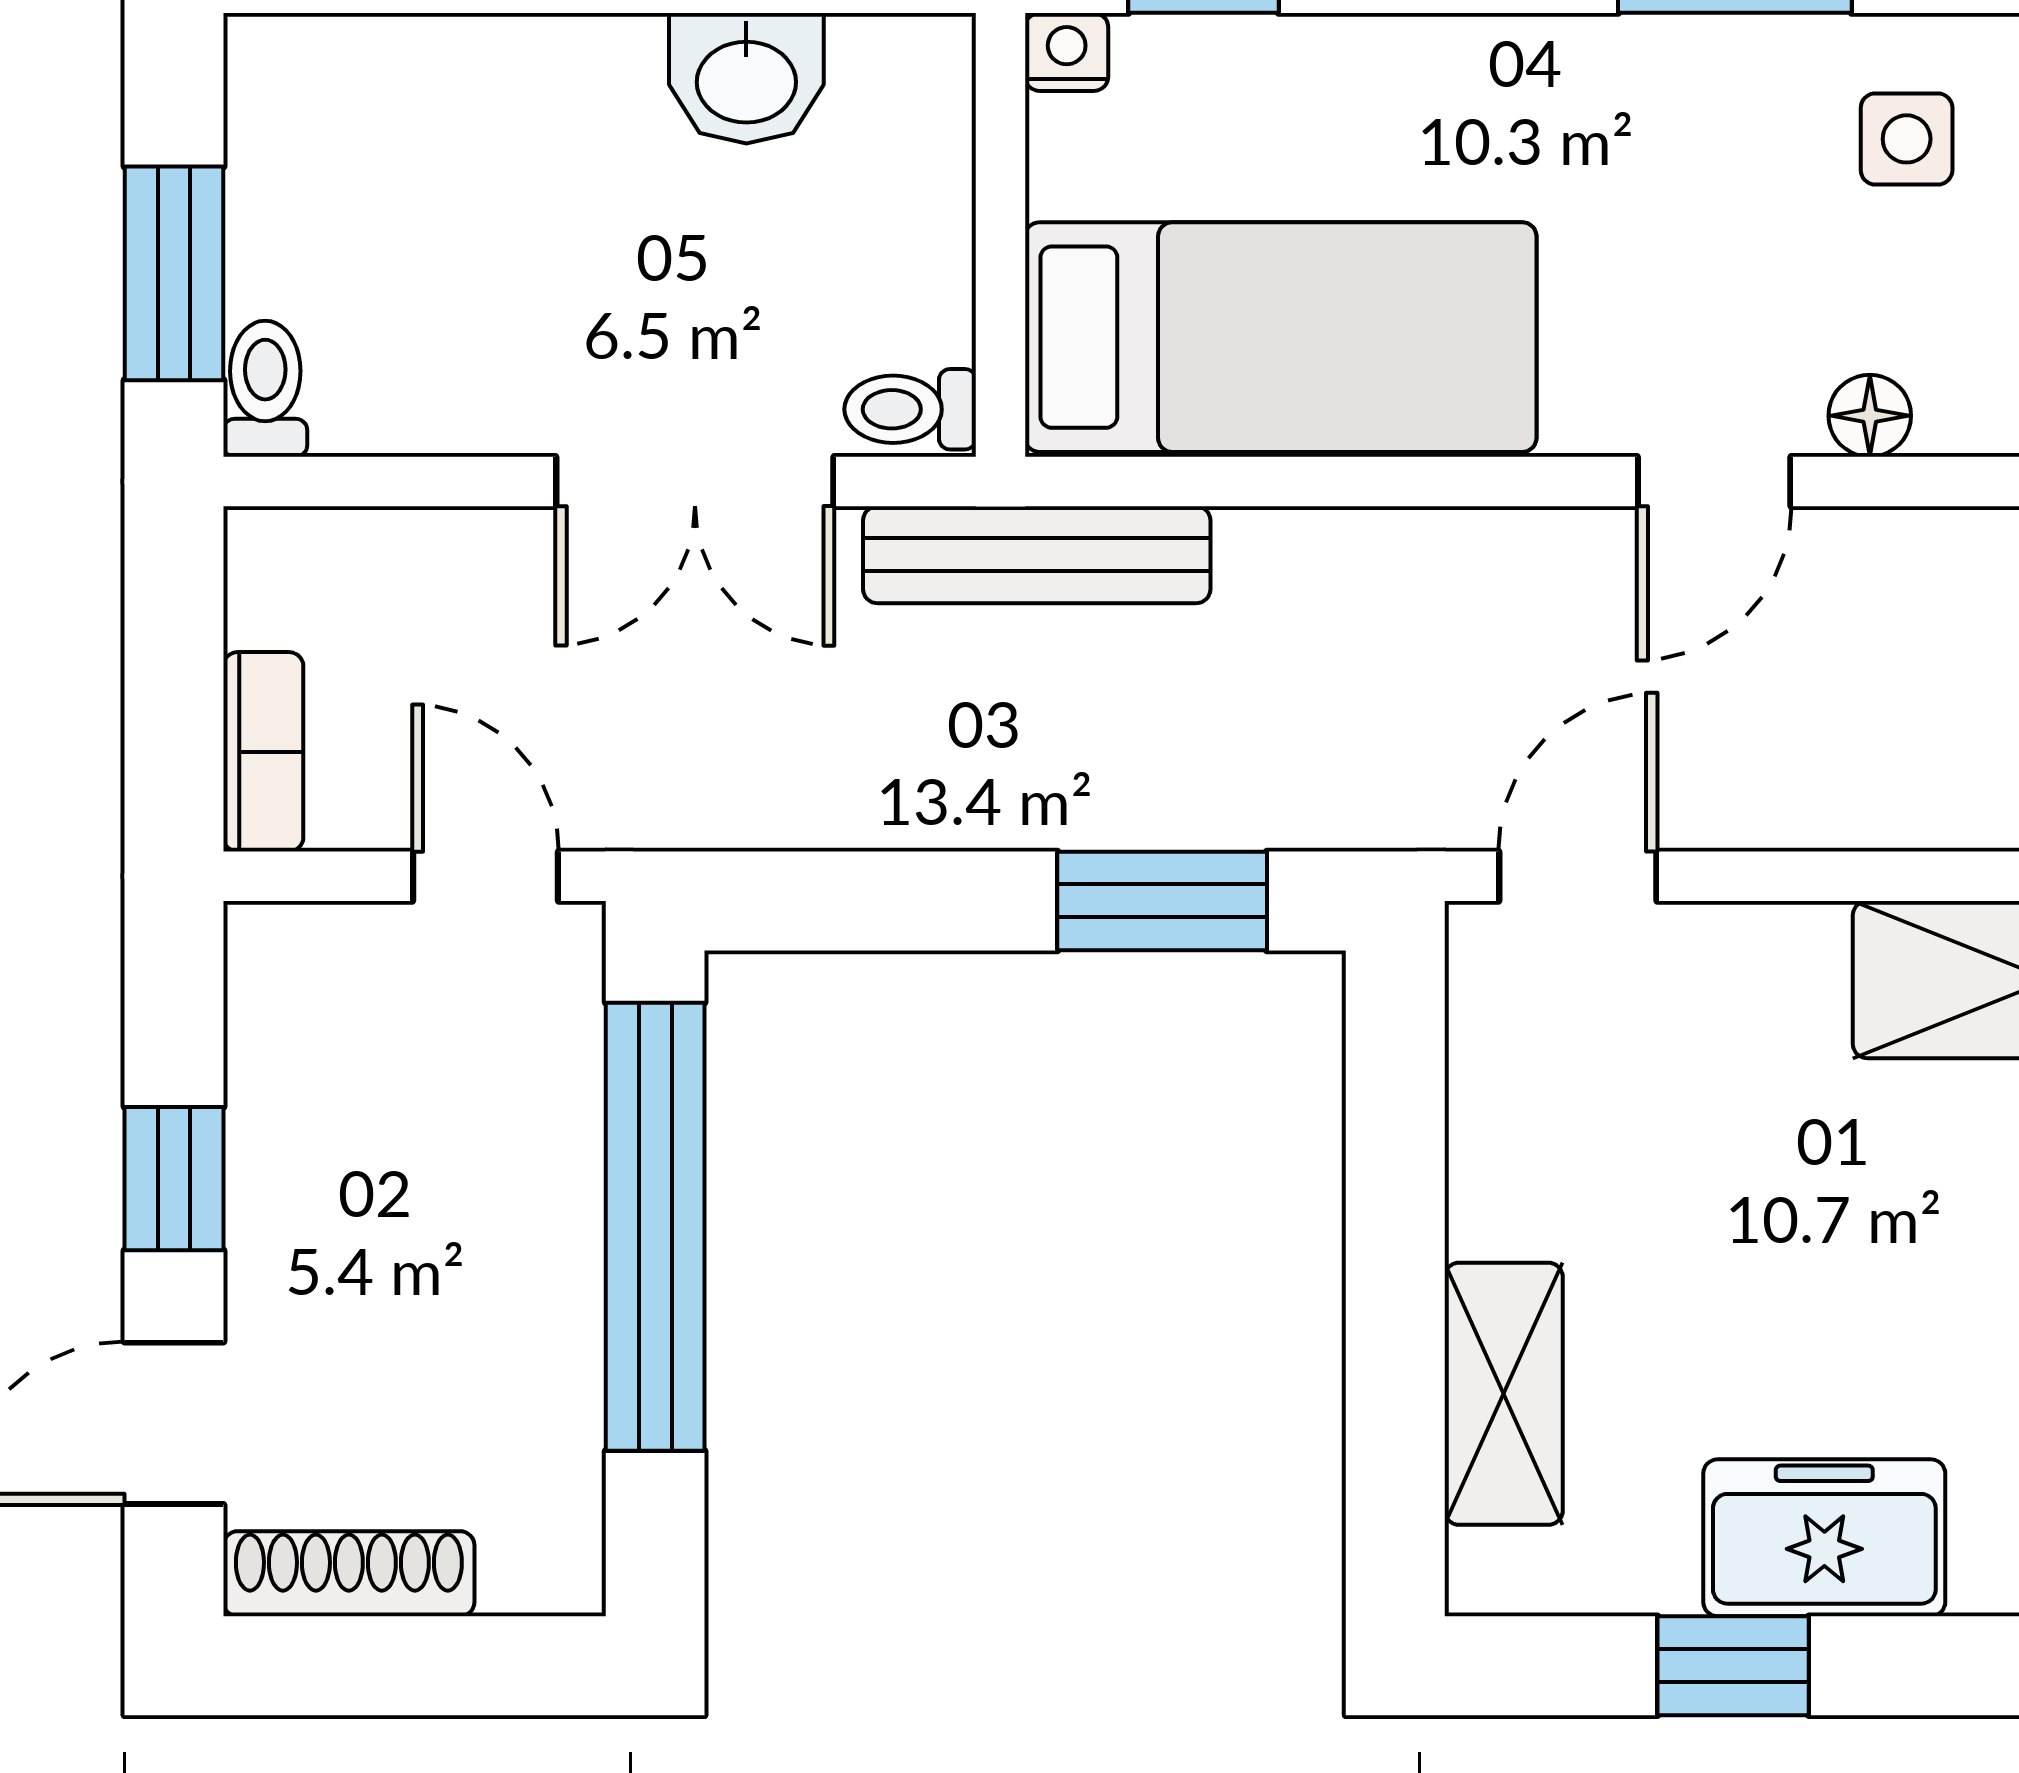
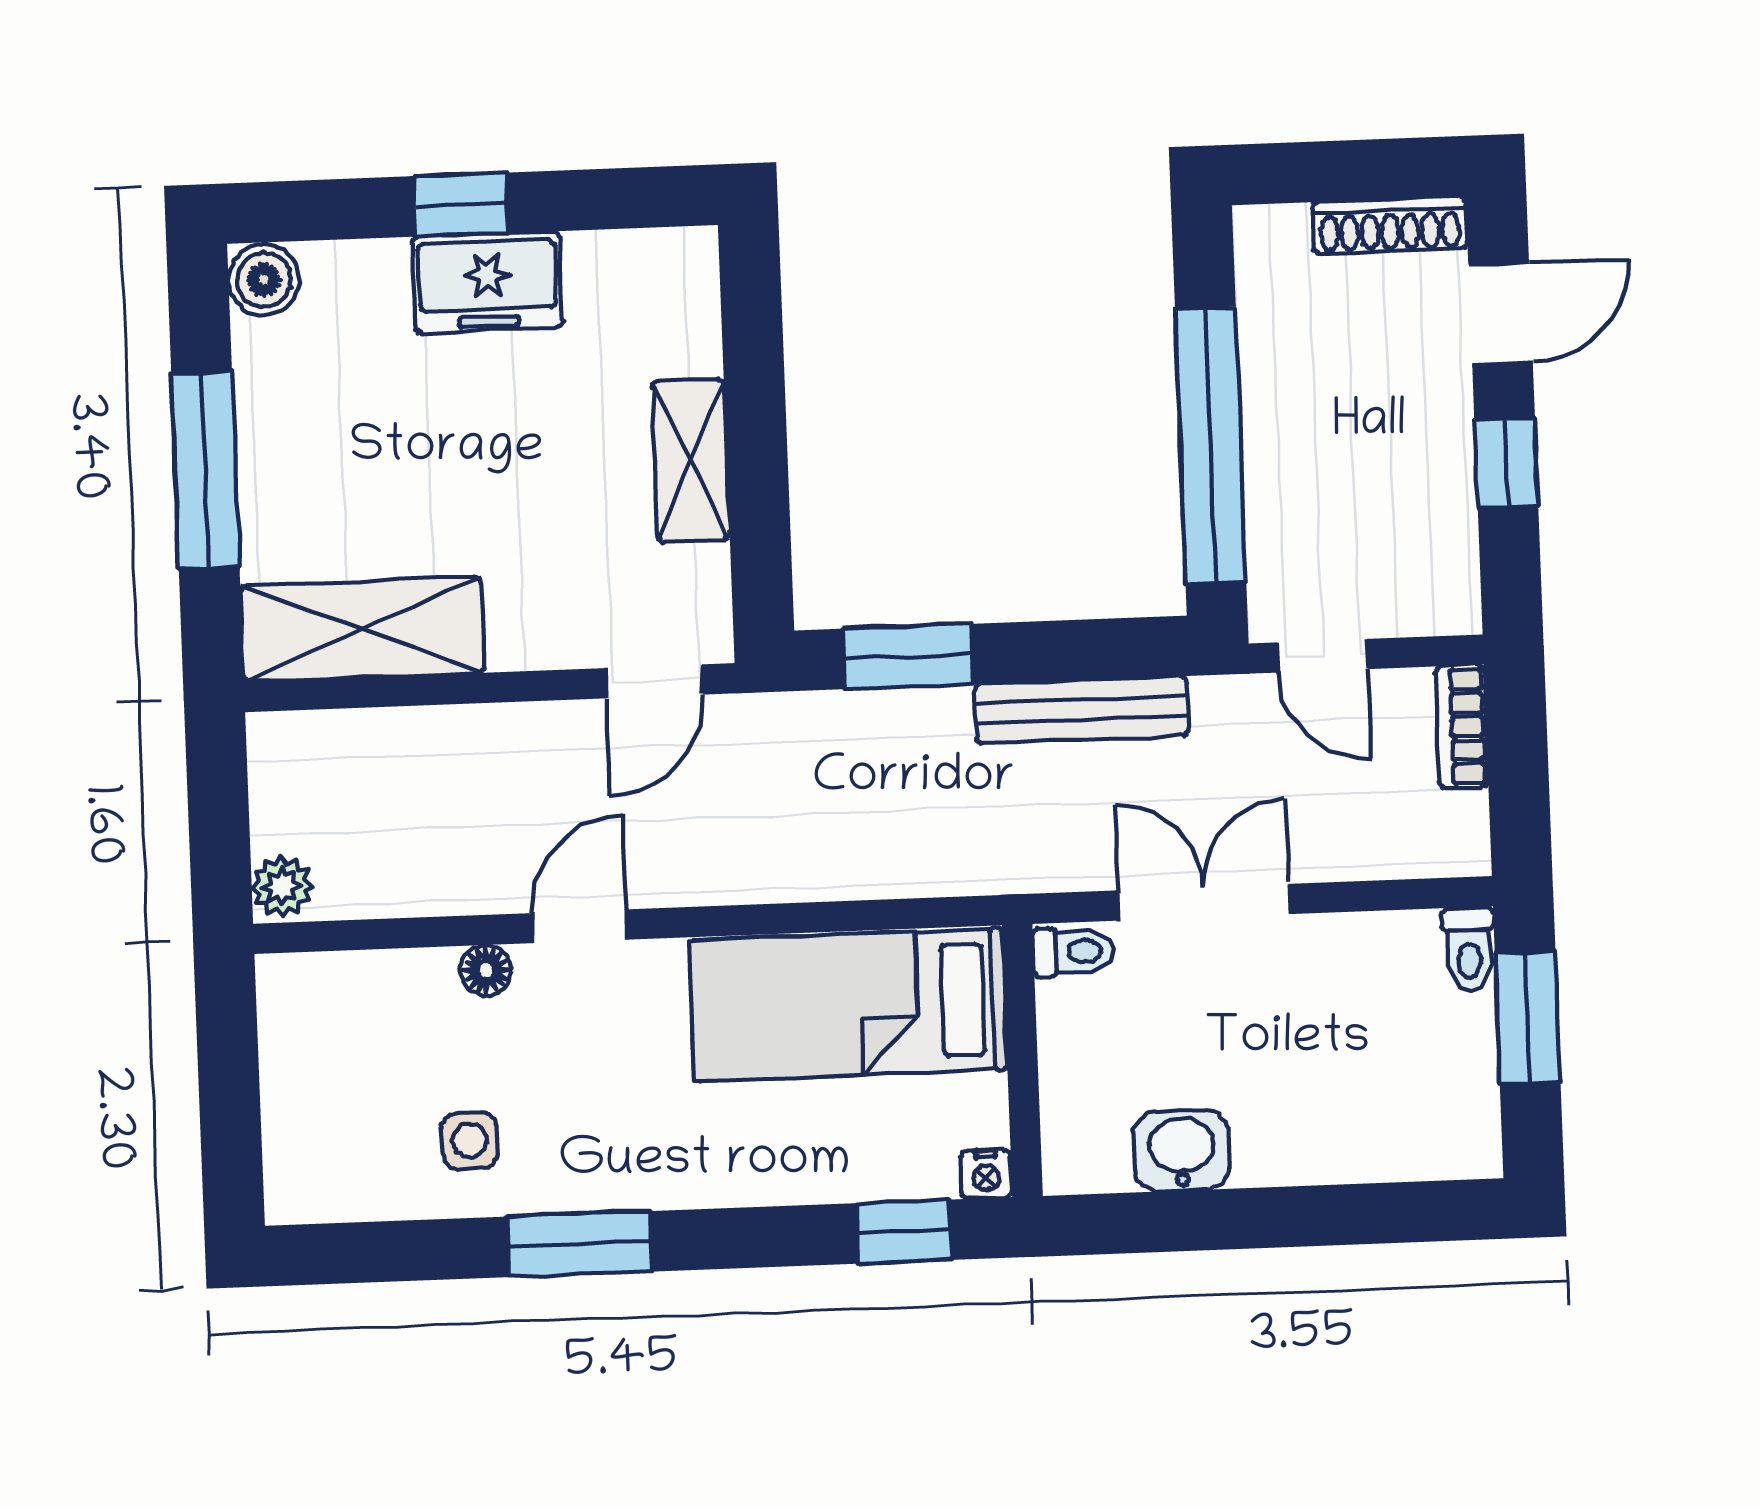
bench: (1037, 555) -> (1081, 710), moved
shelving: (1504, 1394) -> (691, 460), moved
window: (1733, 1666) -> (461, 205), moved

